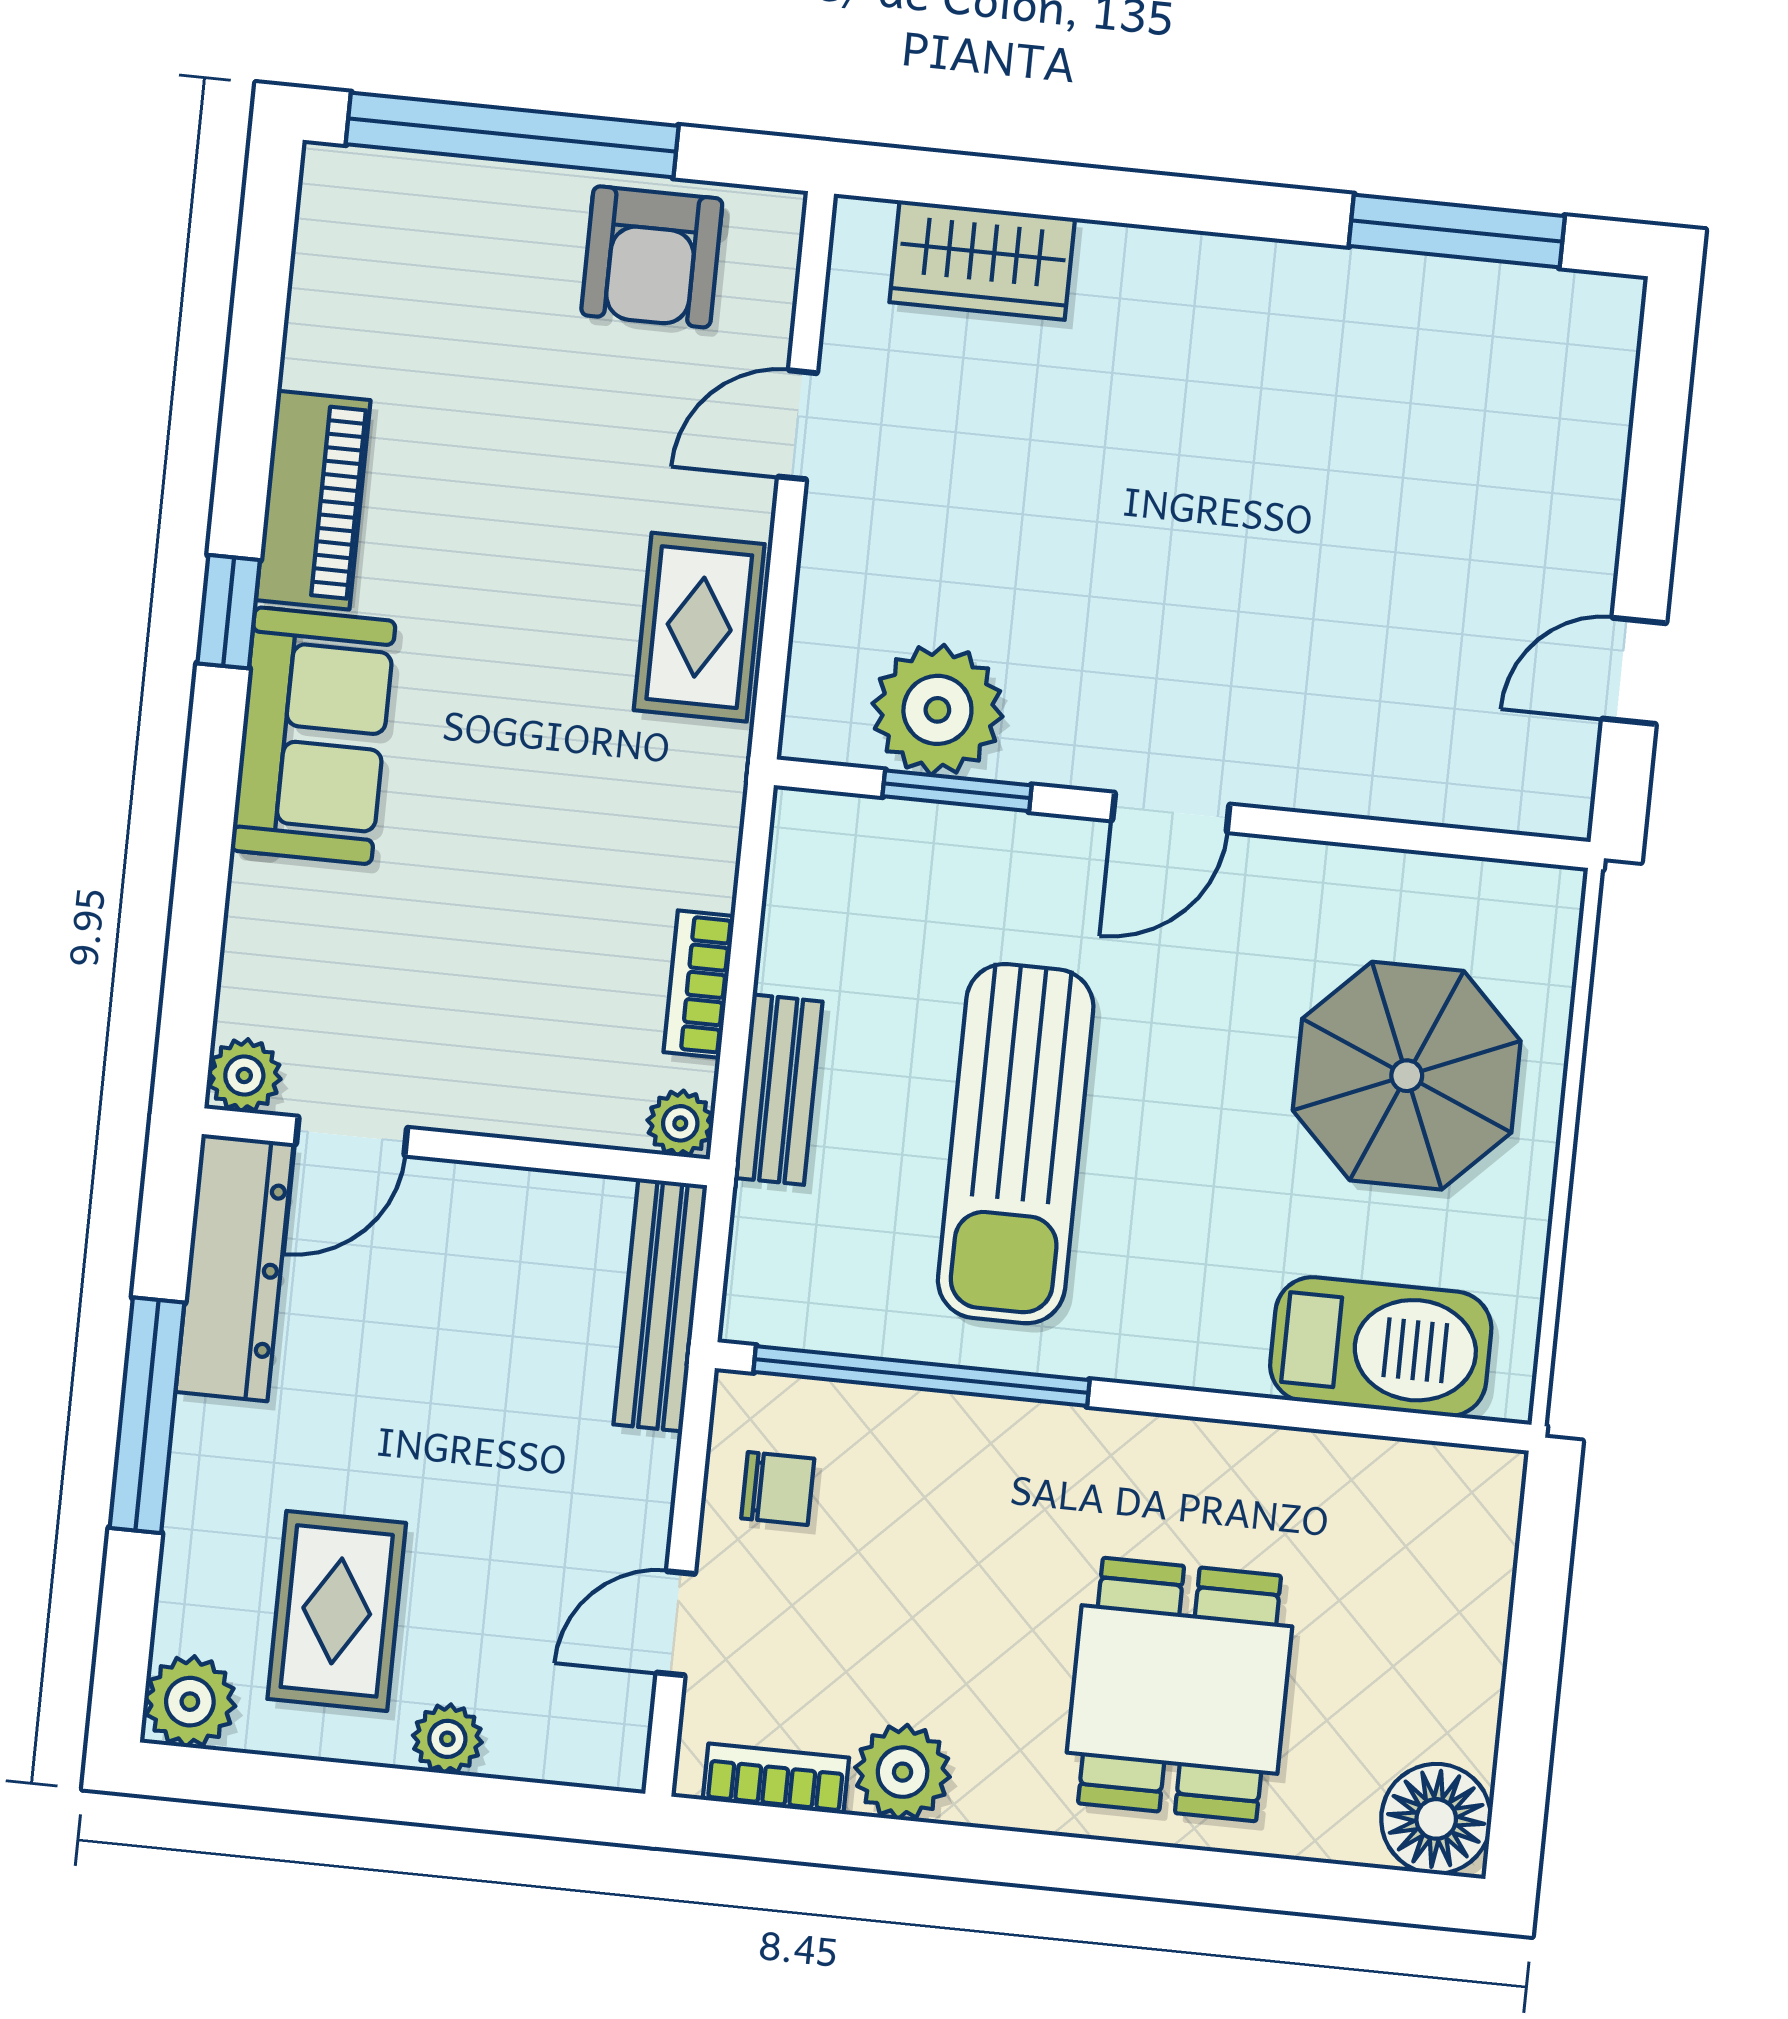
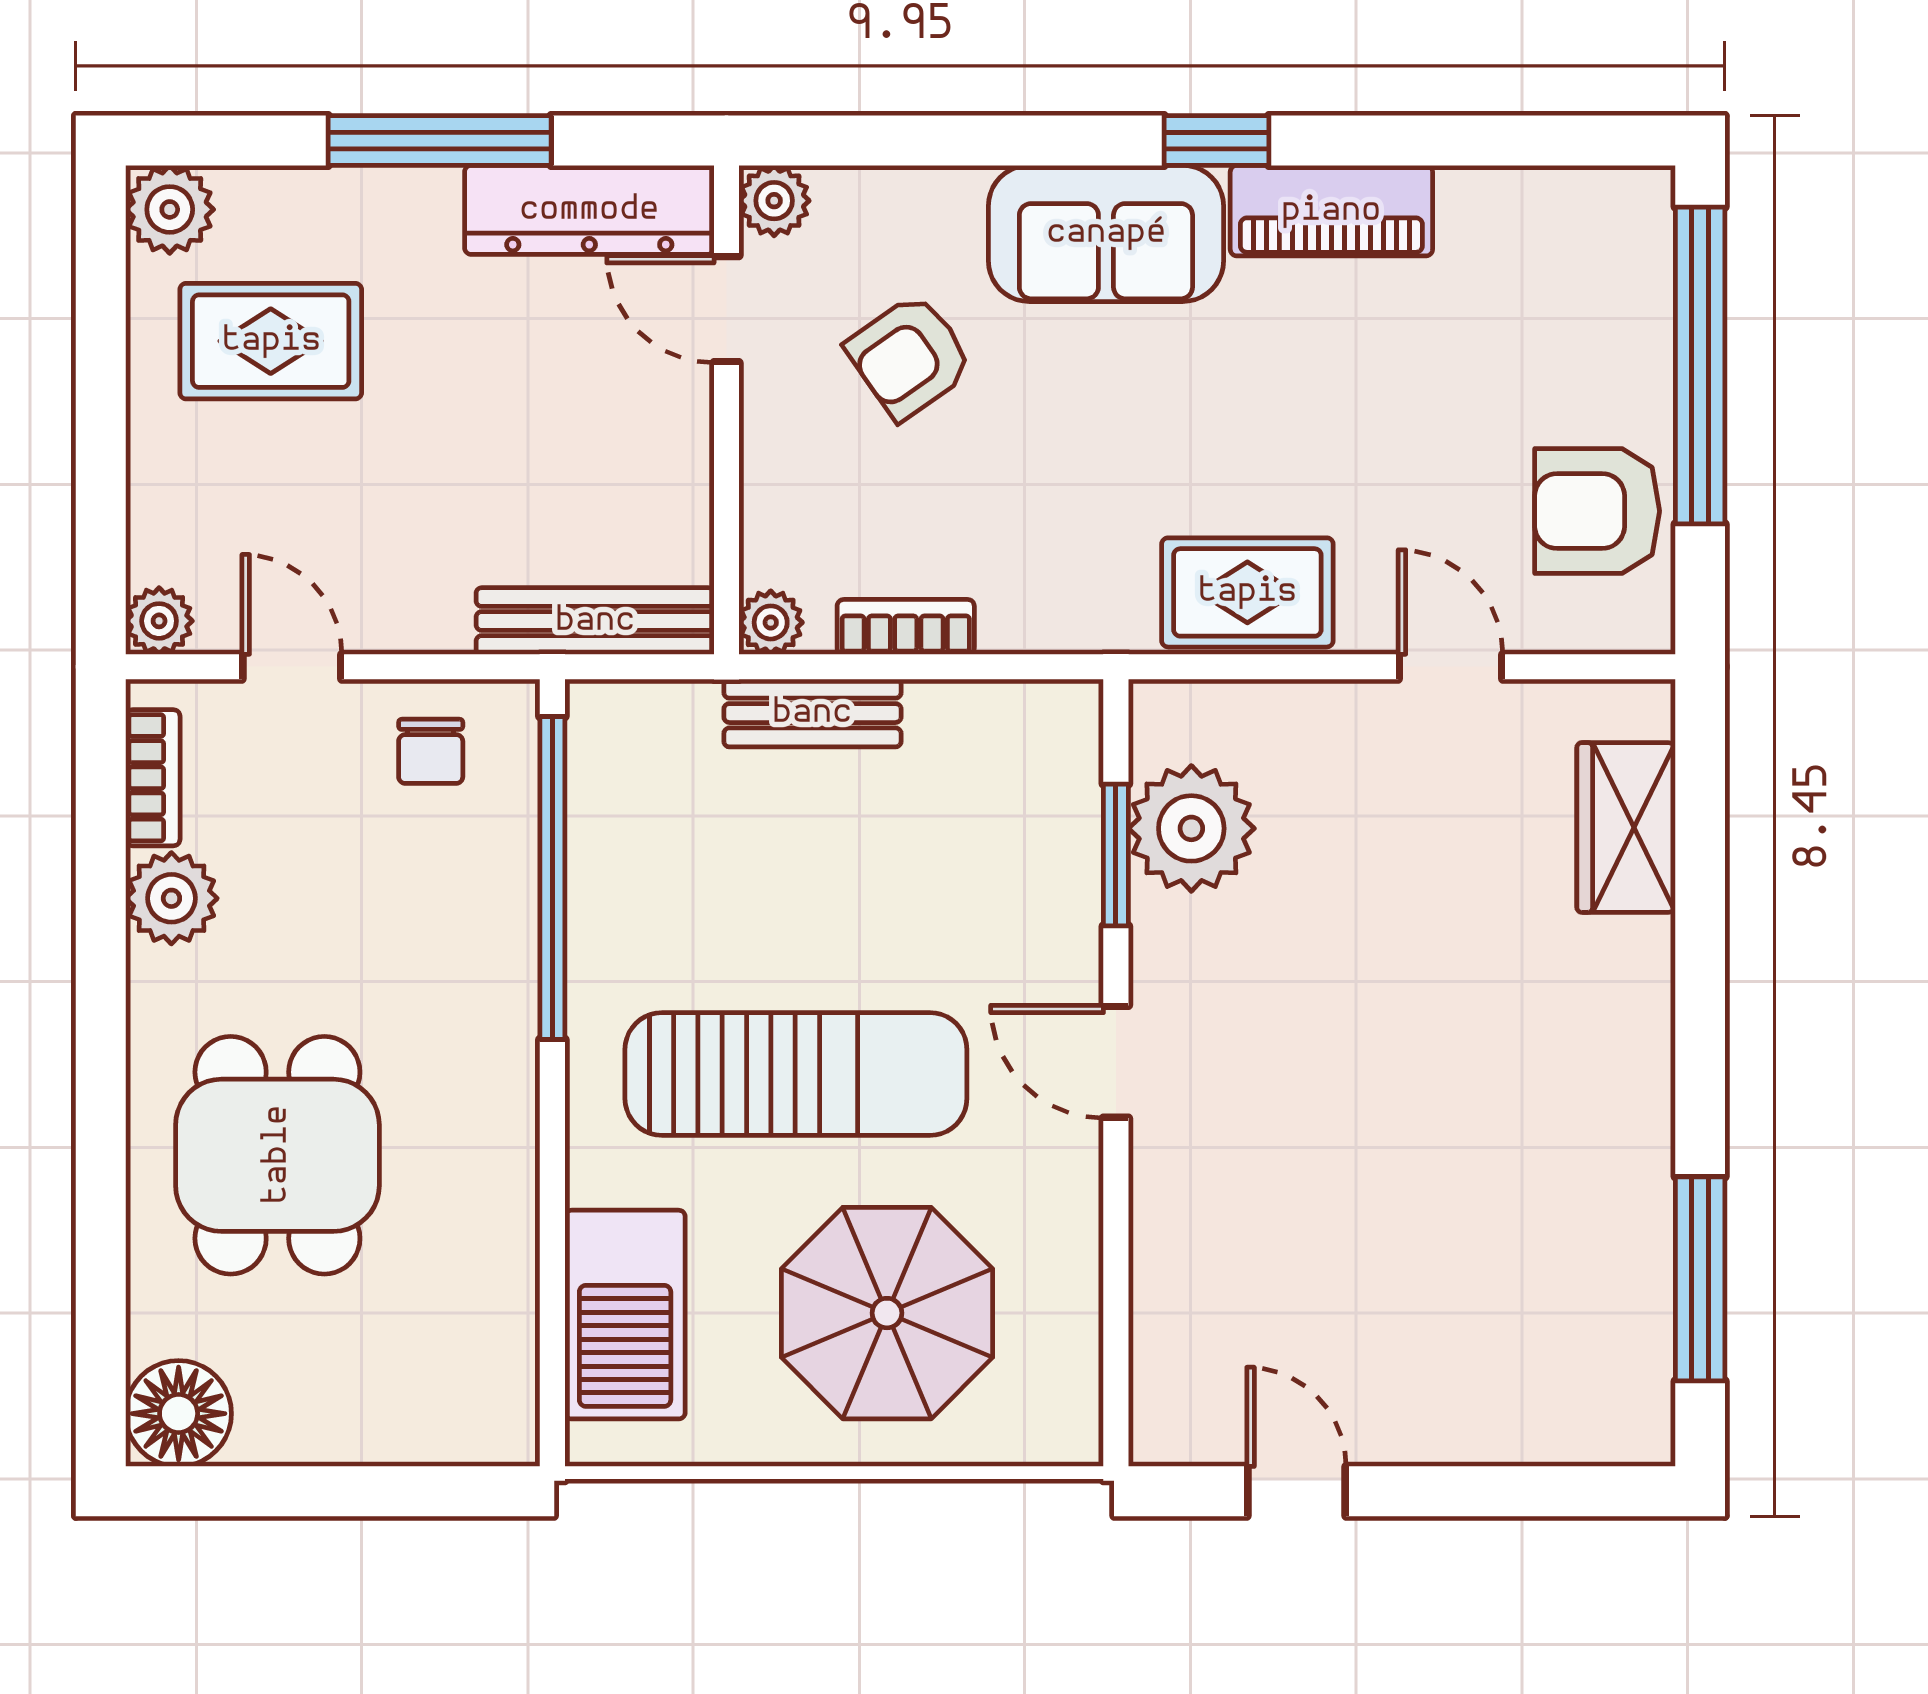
armchair: (420, 952) -> (910, 357), added
sun lounger: (1016, 1144) -> (796, 1074), moved, turned 180
dining table: (1180, 1689) -> (277, 1155), turned 90
plant: (447, 1739) -> (159, 621), moved

